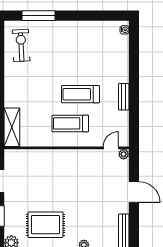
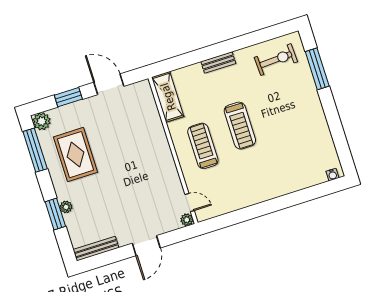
treadmill: (80, 94) -> (240, 126), moved, turned 180
bench: (124, 97) -> (218, 63), moved
shelving: (12, 127) -> (168, 97), moved, turned 90

